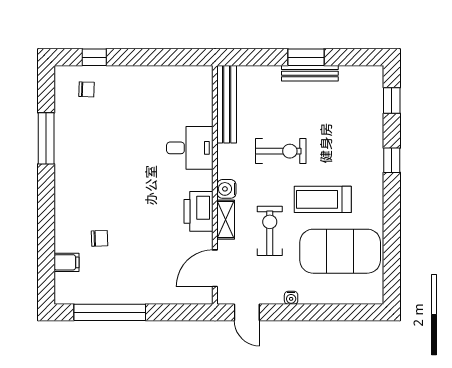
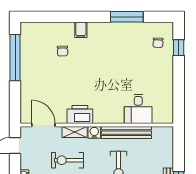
bench: (227, 104) -> (126, 133), moved
desk: (190, 148) -> (138, 109), moved
exercise bike: (270, 231) -> (67, 160), turned 180
filing cabinet: (66, 262) -> (81, 30), moved

